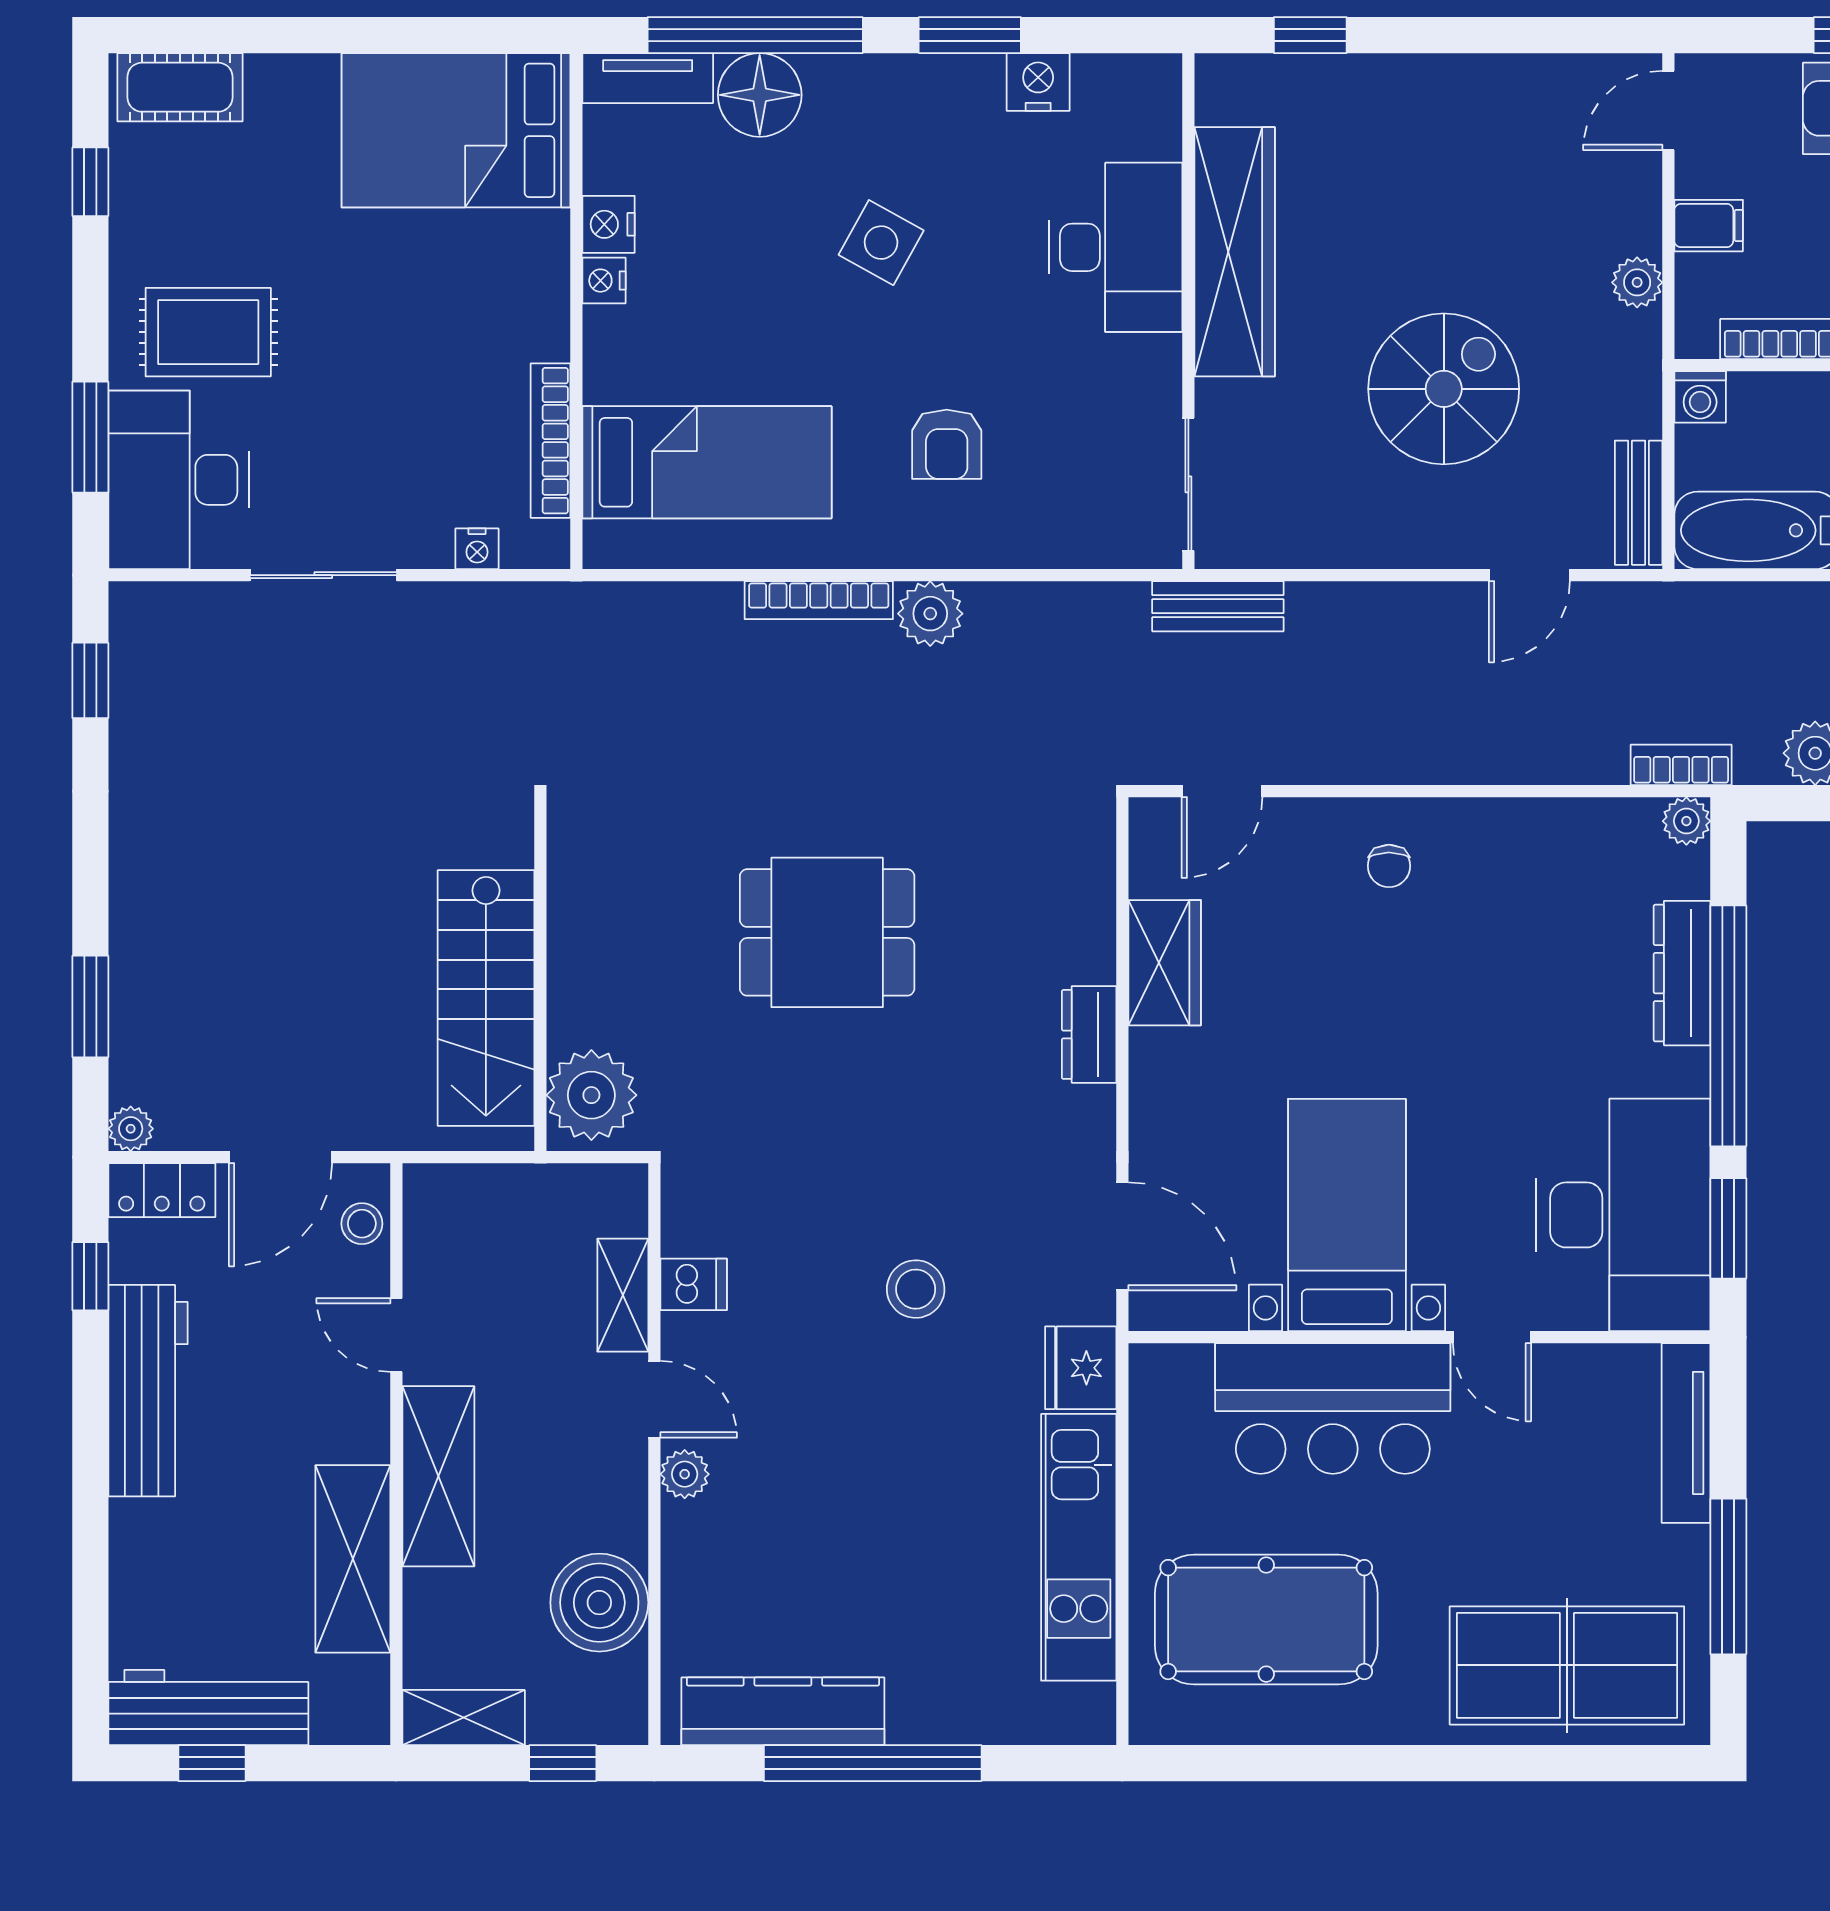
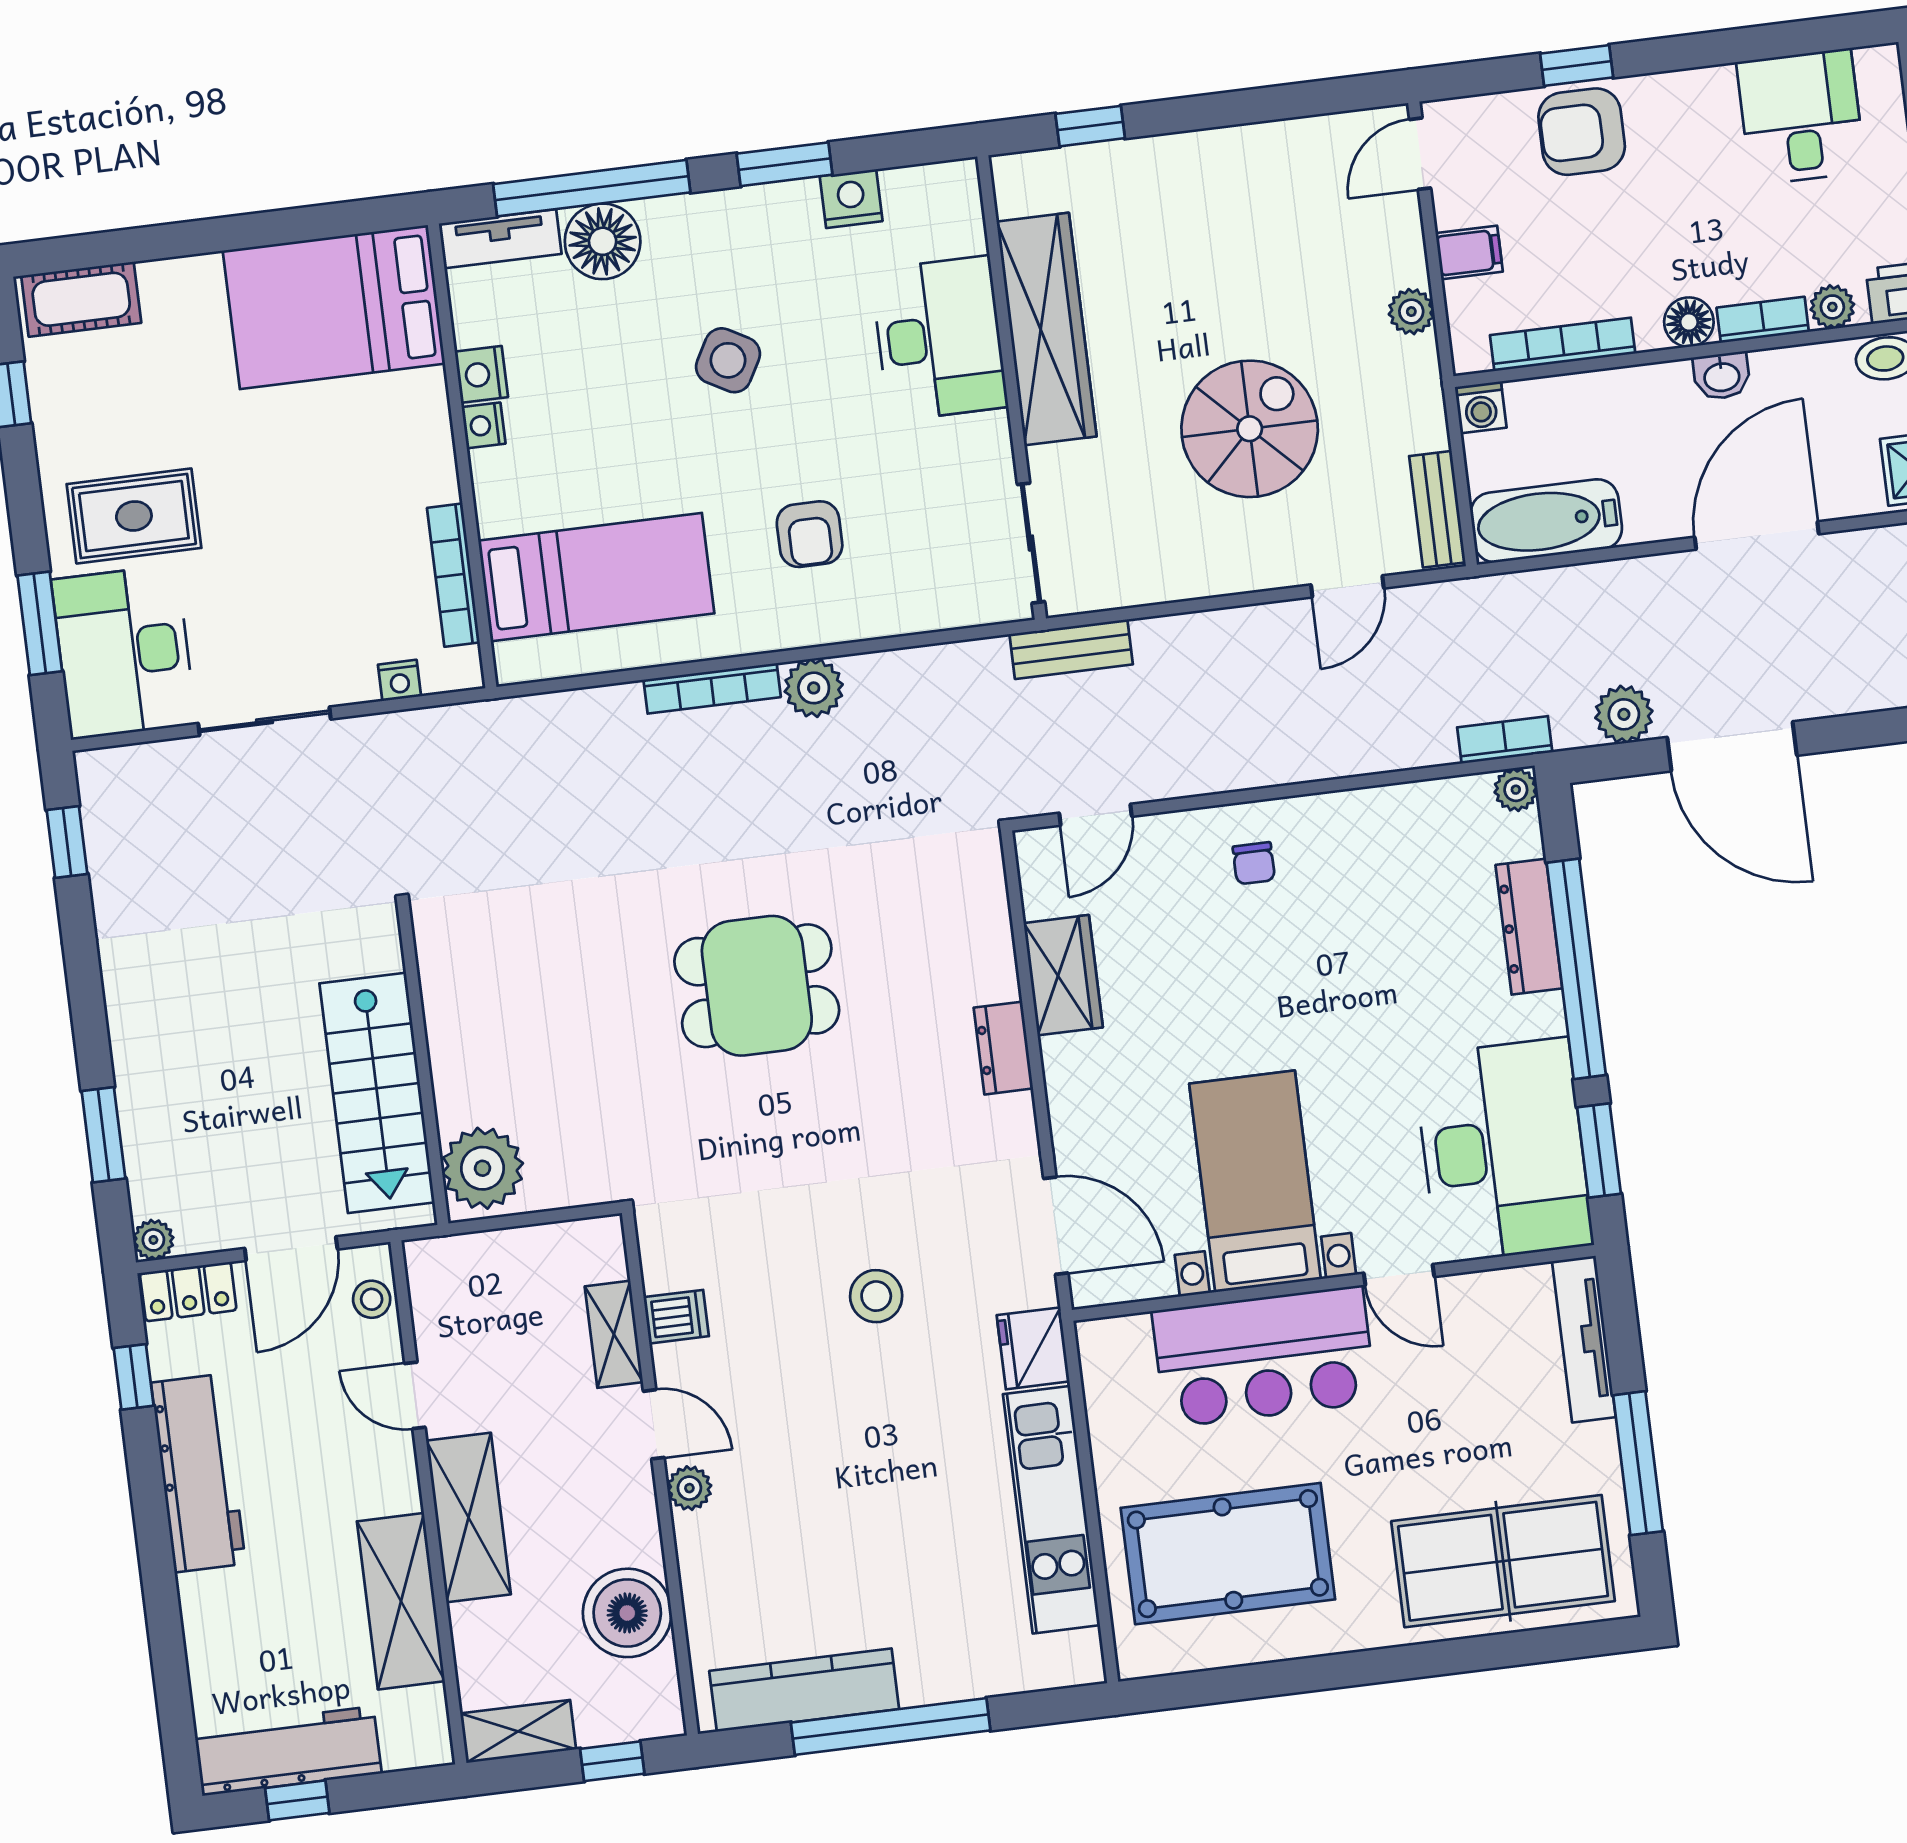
wall: (540, 974) -> (423, 1065), moved
stairs: (486, 998) -> (377, 1093), moved
plant: (591, 1095) -> (483, 1168), moved

